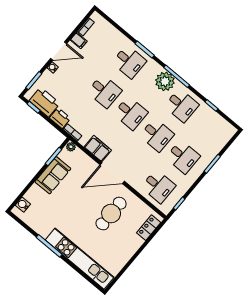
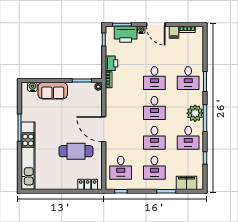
printer: (45, 102) -> (126, 34), moved, turned 90
filing cabinet: (98, 149) -> (186, 183), moved, turned -90
sofa: (53, 175) -> (53, 91), moved

